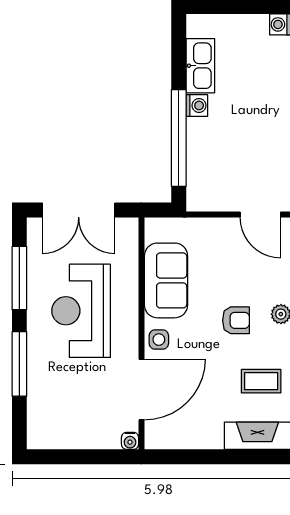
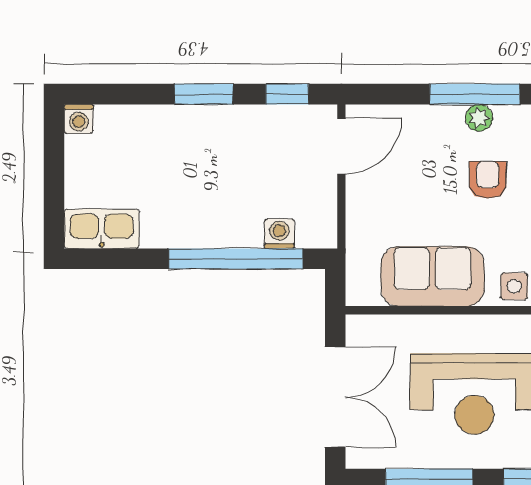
kitchen sink: (200, 66) -> (102, 229), moved
washing machine: (197, 105) -> (279, 234), moved

